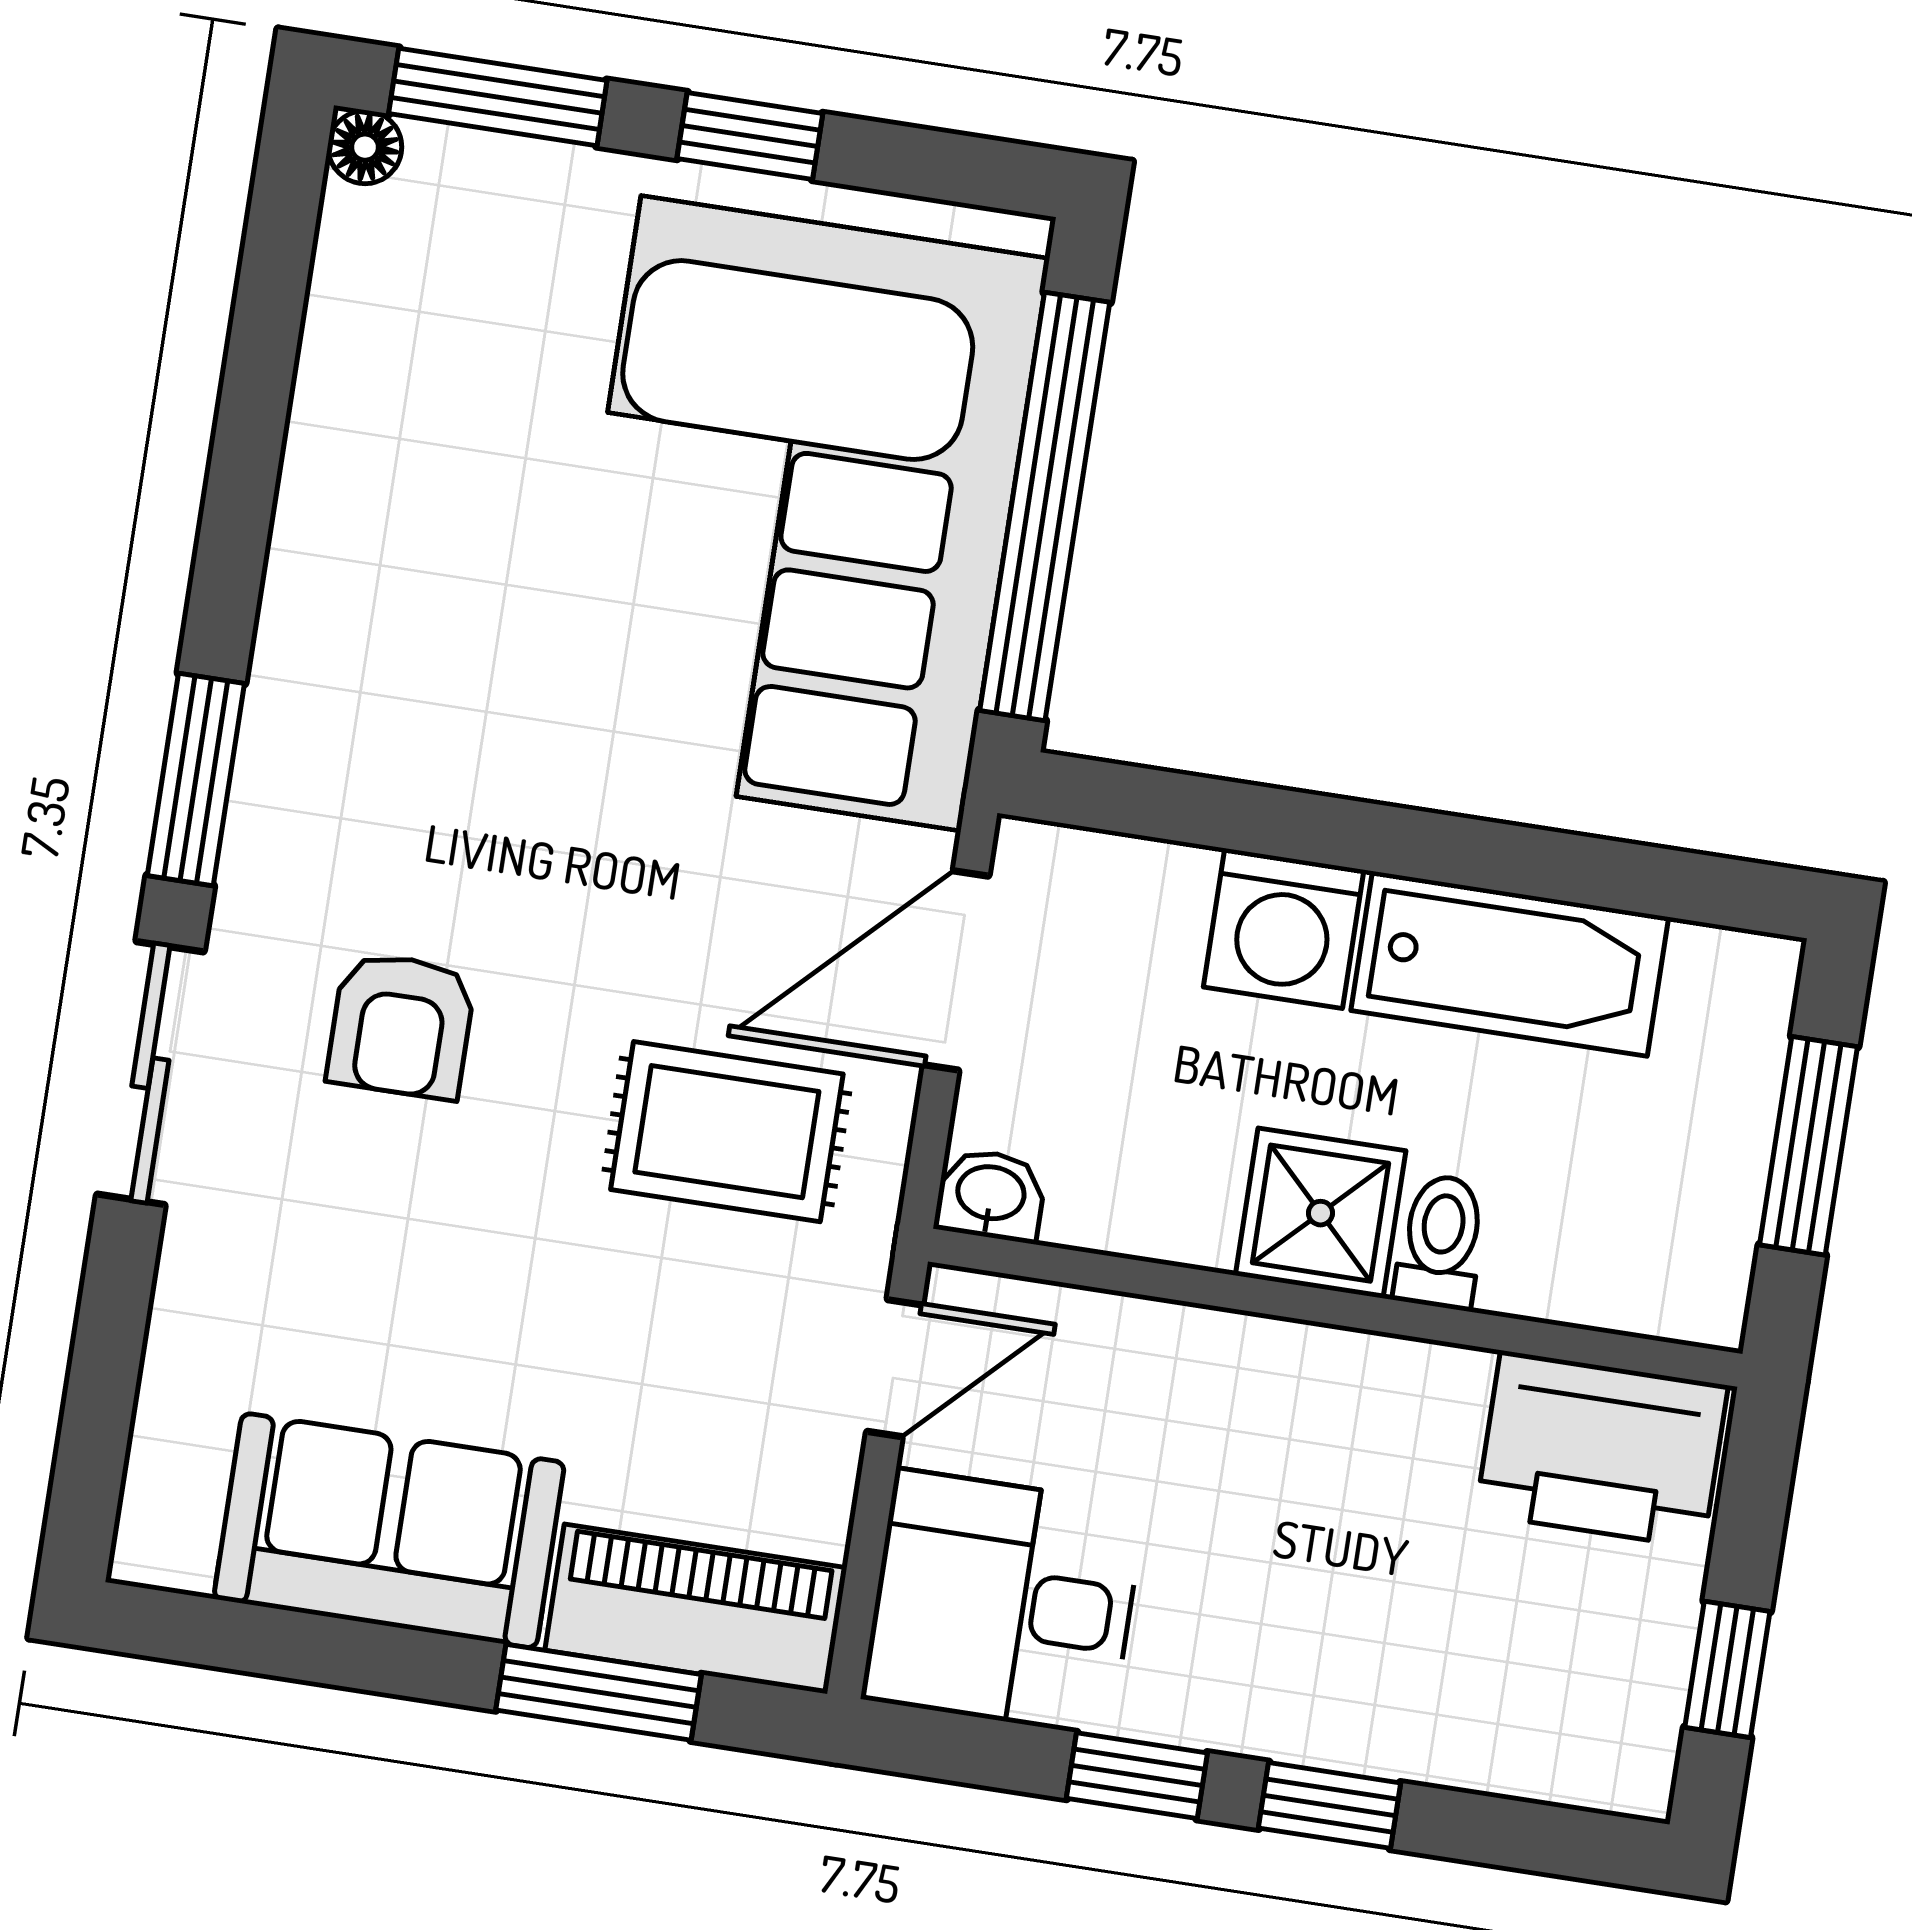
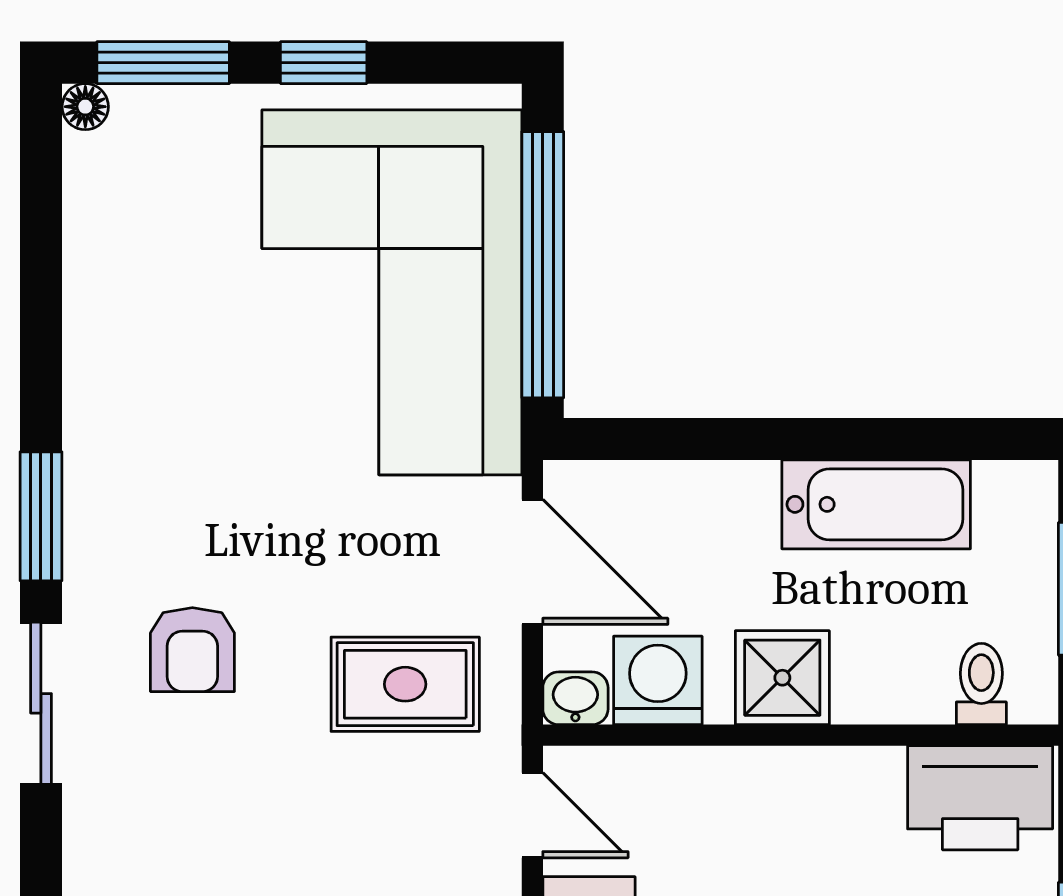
washing machine: (1284, 928) -> (658, 680), moved, turned 180
door: (956, 970) -> (532, 562), swing flipped
toilet: (1441, 1242) -> (981, 684), moved
door: (895, 1368) -> (532, 815), hinge flipped

